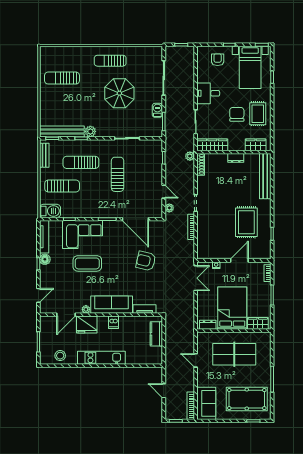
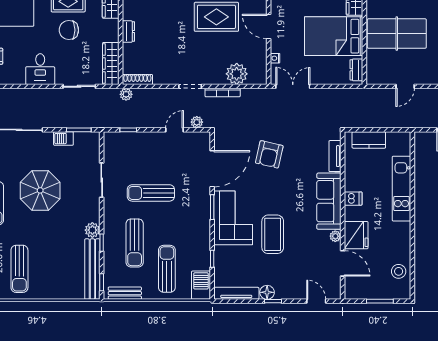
corner sofa: (82, 234) -> (233, 218), moved
plant: (205, 237) -> (237, 74), added
table tennis table: (234, 354) -> (397, 34), turned 90
kitchen unit: (101, 358) -> (401, 189), moved

